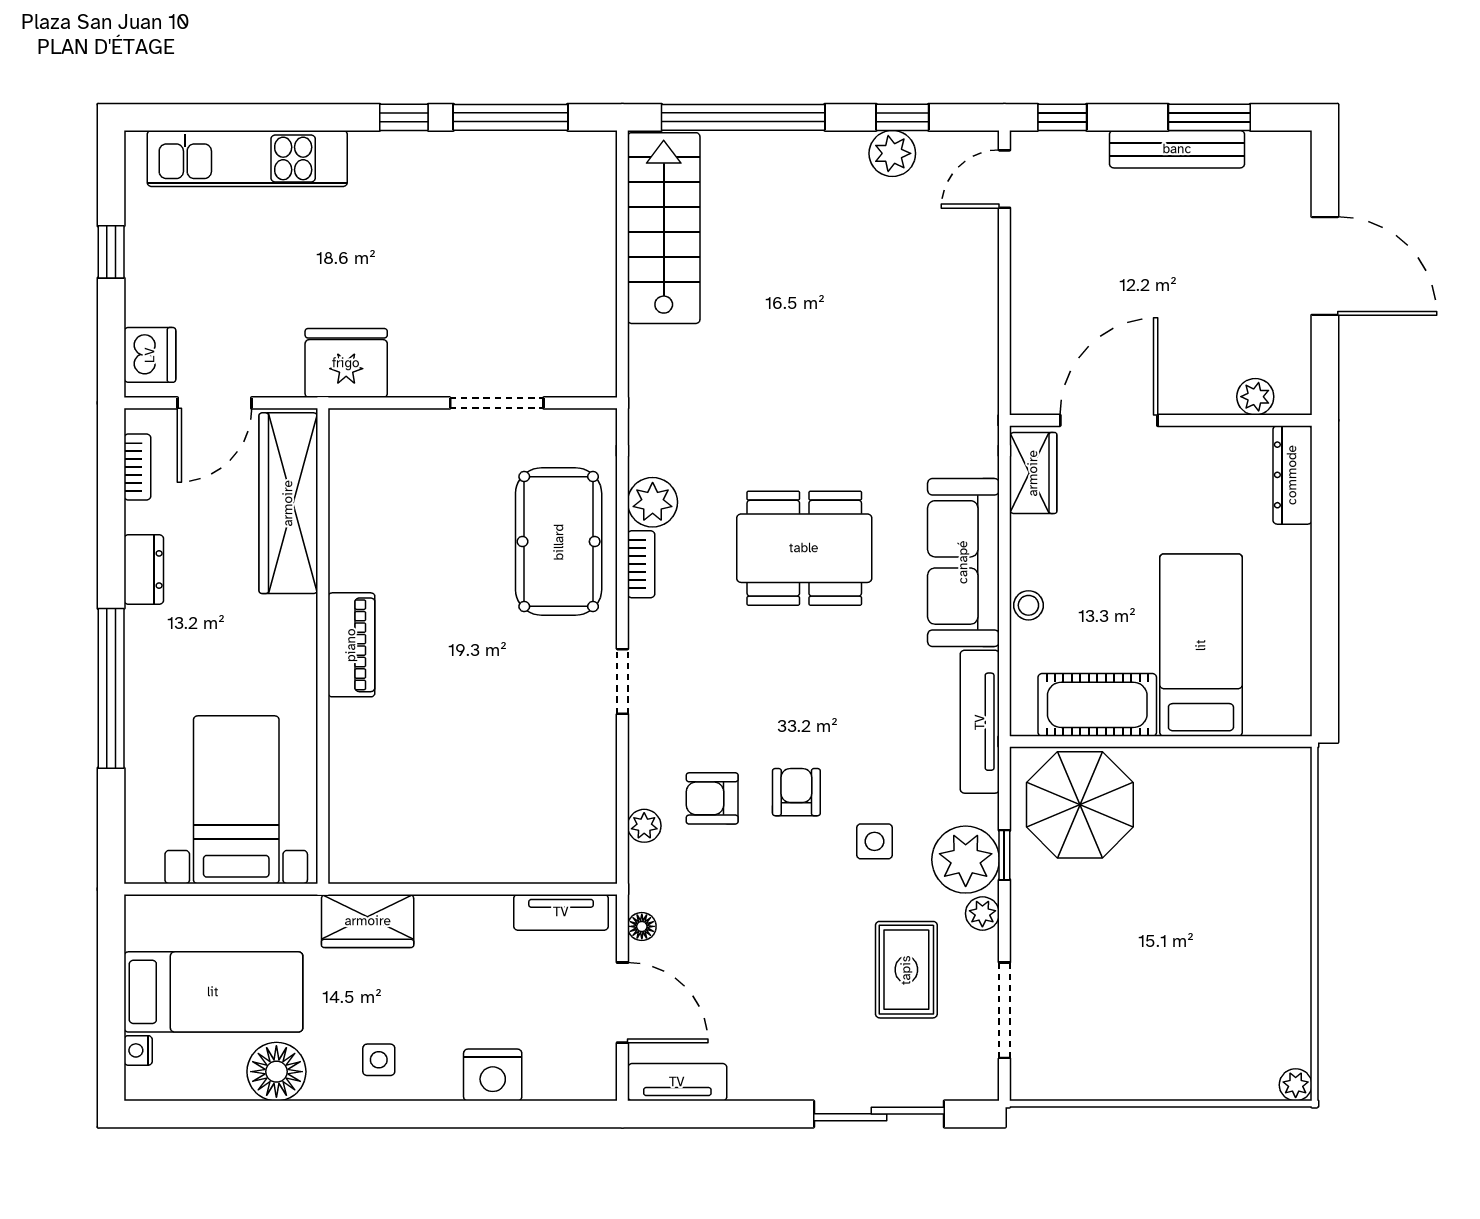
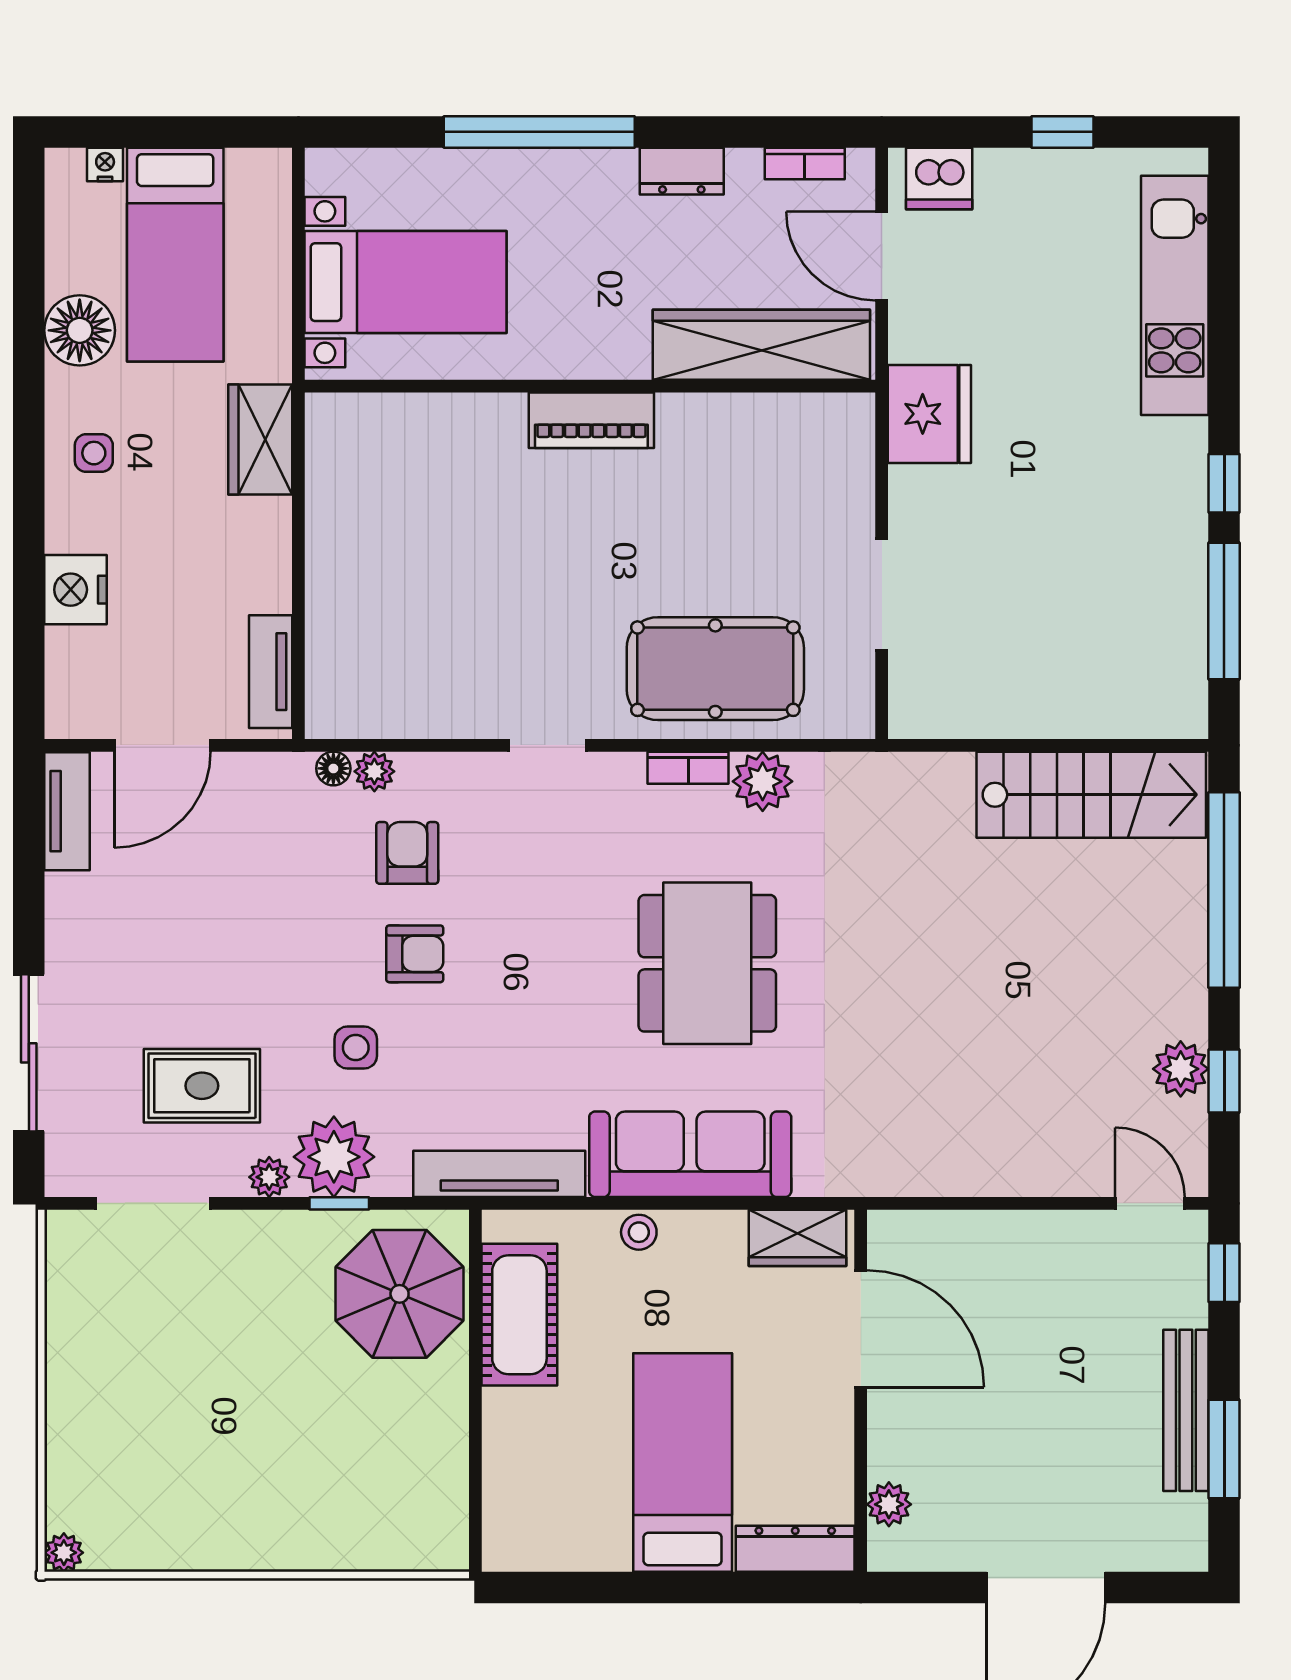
bed: (1201, 645) -> (683, 1463), moved, turned -90
floor lamp: (642, 926) -> (333, 768), moved

